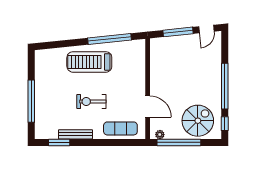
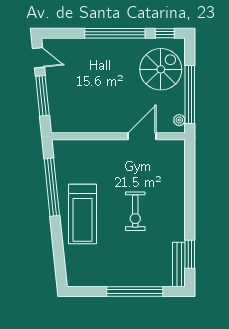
spiral stairs: (198, 121) -> (161, 69), turned 90
exercise mat: (120, 128) -> (171, 173), removed
bench: (75, 134) -> (179, 264), moved

